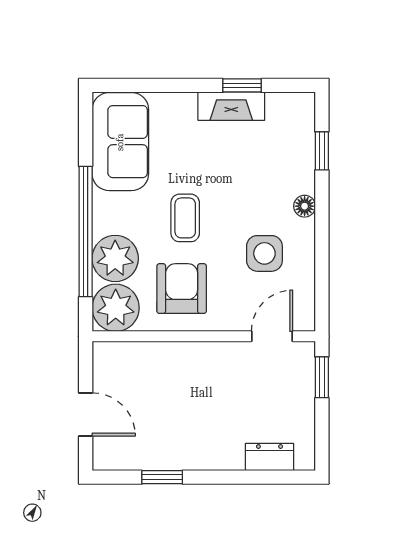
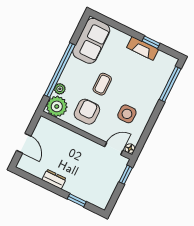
window: (322, 151) -> (170, 84), width x2.17
floor lamp: (305, 206) -> (130, 149), moved
plant: (115, 258) -> (60, 89), width x0.53, depth x0.53
dresser: (270, 457) -> (54, 179), moved
window: (162, 477) -> (77, 200), moved

